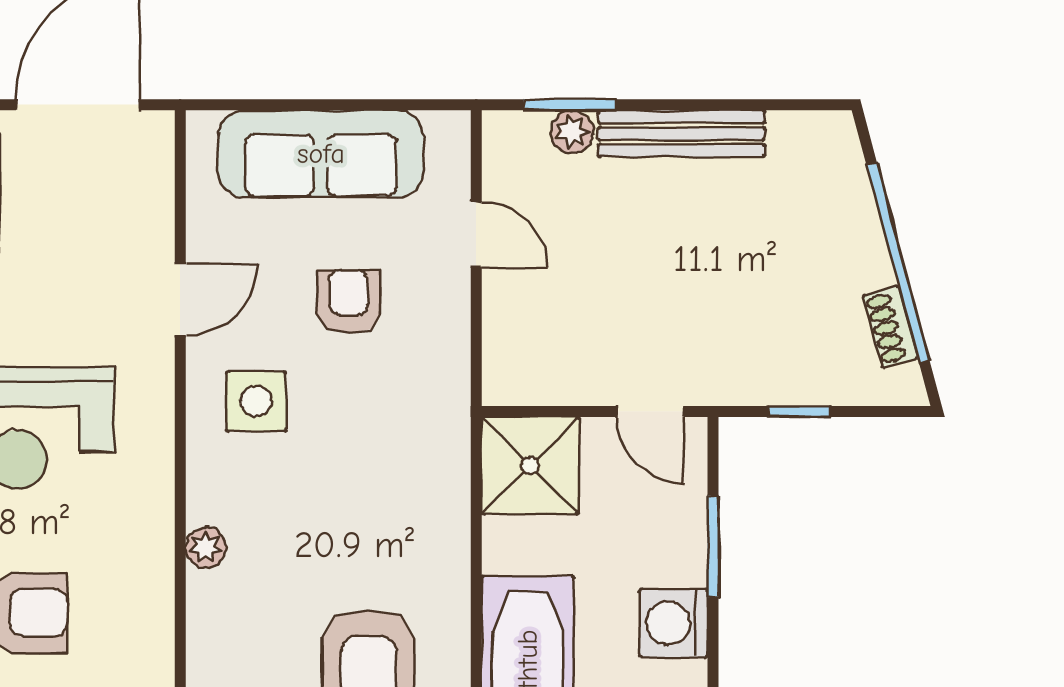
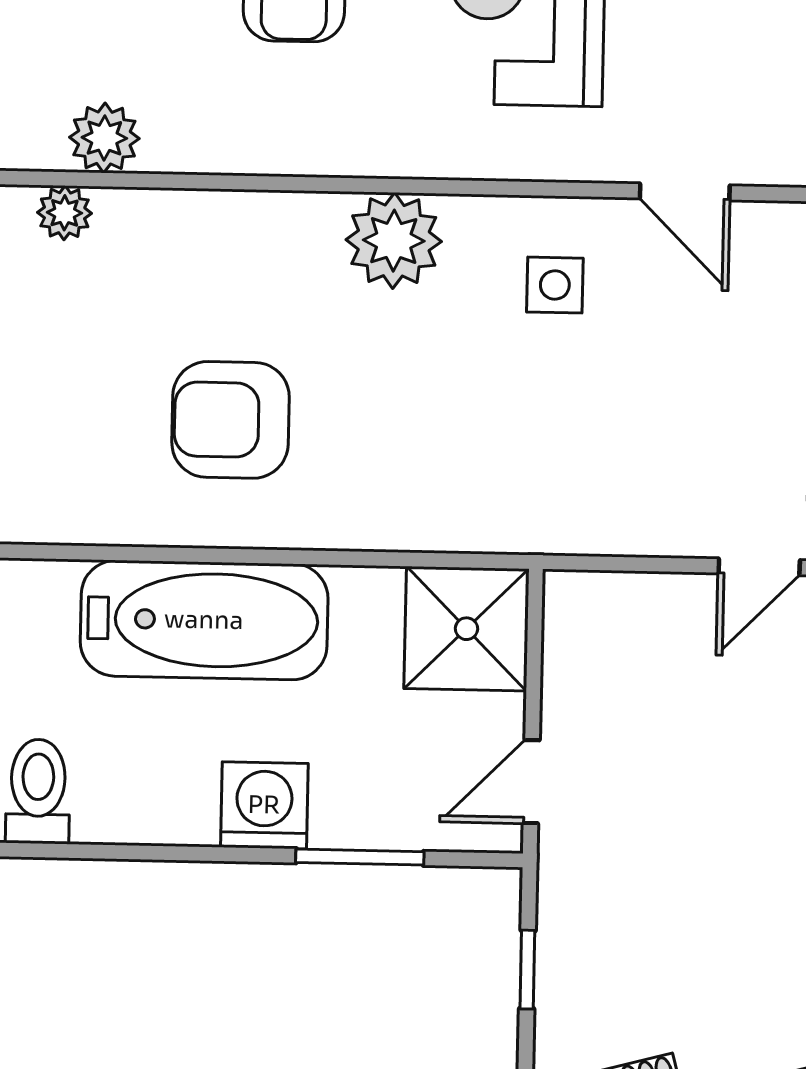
armchair: (349, 301) -> (678, 404), removed
side table: (256, 401) -> (555, 285), width x0.73, depth x0.73
plant: (206, 547) -> (394, 241), width x1.88, depth x1.88

